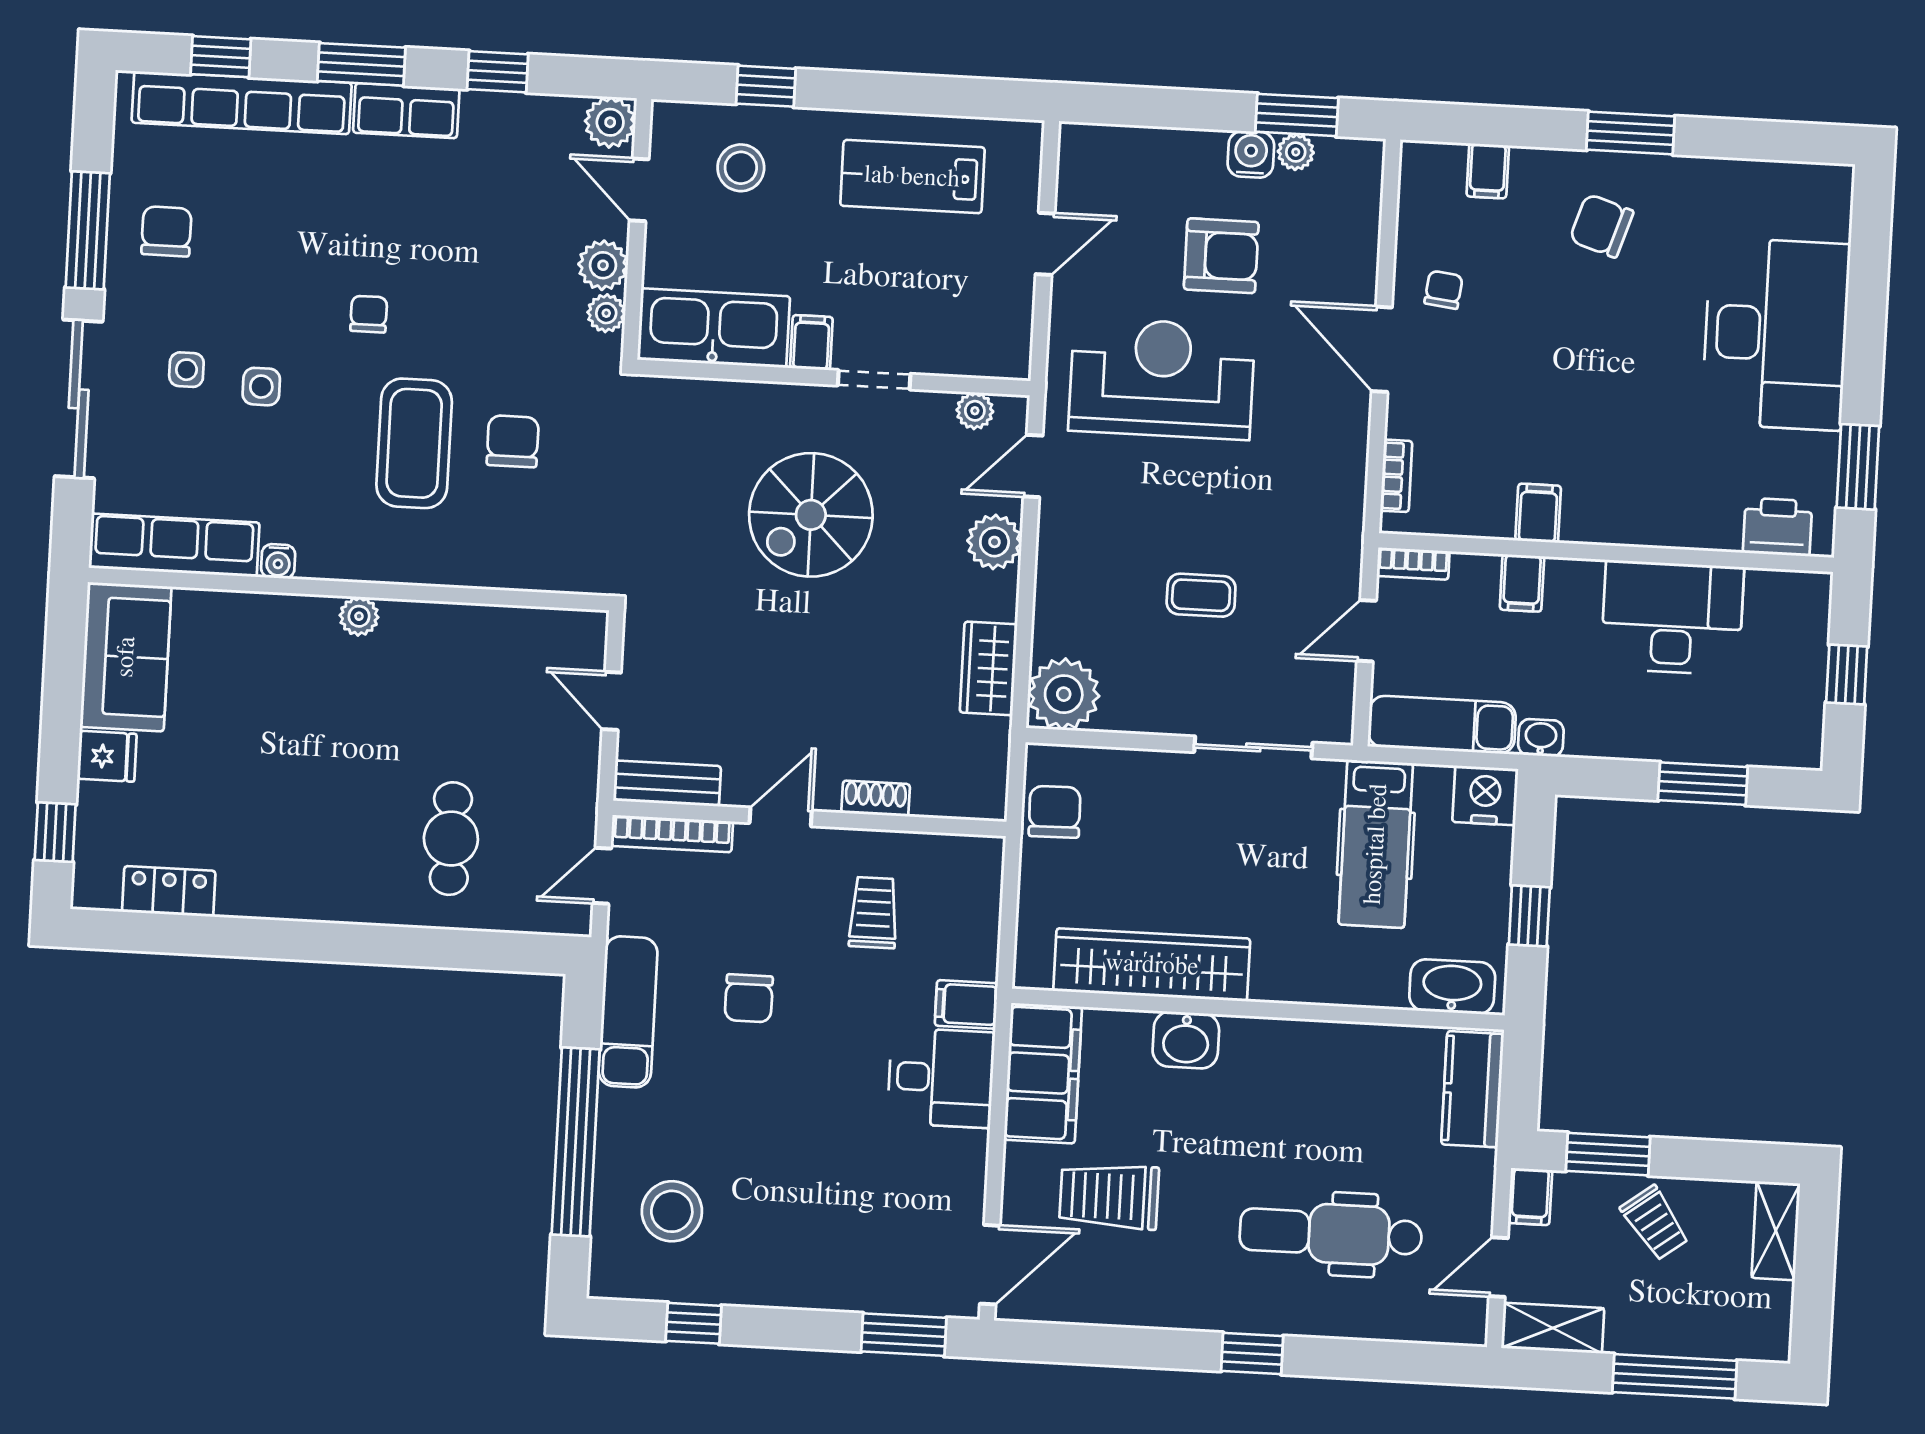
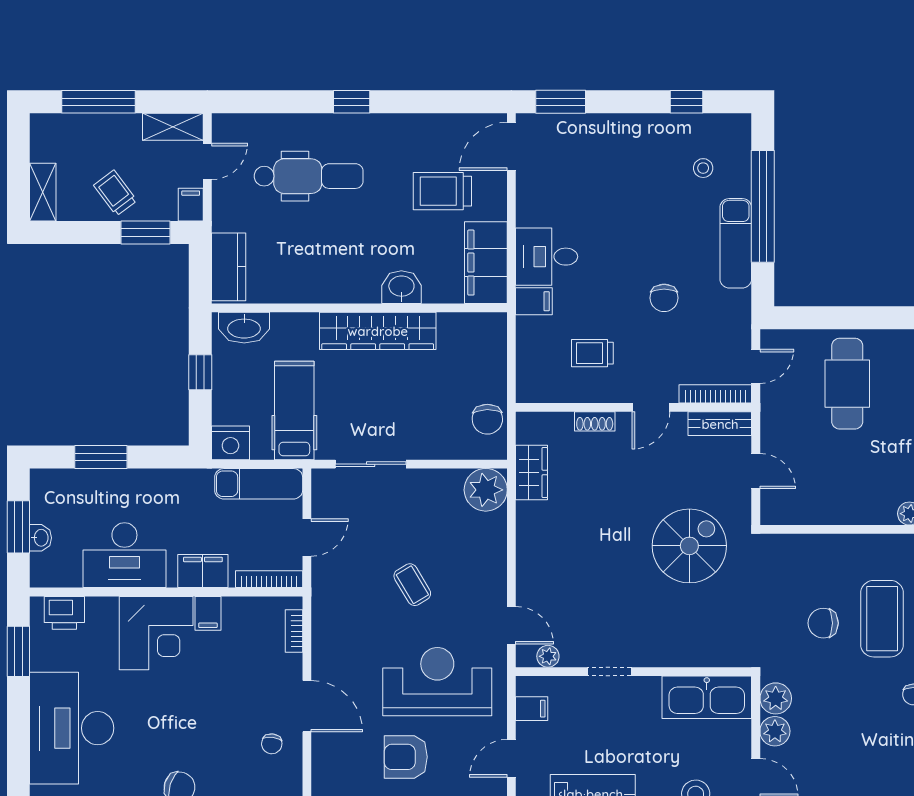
plant: (606, 313) -> (776, 698), width x1.38, depth x1.38
filing cabinet: (811, 343) -> (532, 709), moved, turned -90
reception desk: (1162, 379) -> (437, 682), turned 180
chair: (513, 441) -> (823, 623), turned 90
door: (1033, 466) -> (511, 625), hinge flipped
corner desk: (1627, 485) -> (156, 633), added
spiral stairs: (811, 515) -> (689, 546), moved
plant: (994, 542) -> (532, 579), removed
bookcase: (1413, 564) -> (269, 579), width x1.56
filing cabinet: (1522, 583) -> (203, 571), width x2.00
coffee table: (1201, 595) -> (412, 585), moved, turned 59
wardrobe: (988, 668) -> (531, 472), moved
window: (1847, 675) -> (18, 527), width x1.50
washbasin: (1541, 738) -> (41, 538), moved, turned -90
cafe table: (451, 839) -> (847, 384), width x1.37, depth x1.35
trolley: (873, 913) -> (592, 353), turned 90
wardrobe: (1152, 965) -> (378, 331), moved
chair: (749, 998) -> (664, 298), turned 180
exam couch: (628, 1012) -> (736, 243), moved
trolley: (1109, 1196) -> (442, 191), turned 180
stool: (672, 1211) -> (703, 168), width x0.53, depth x0.53

